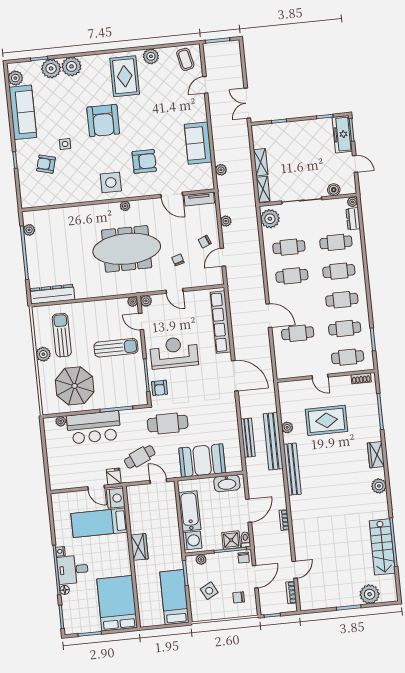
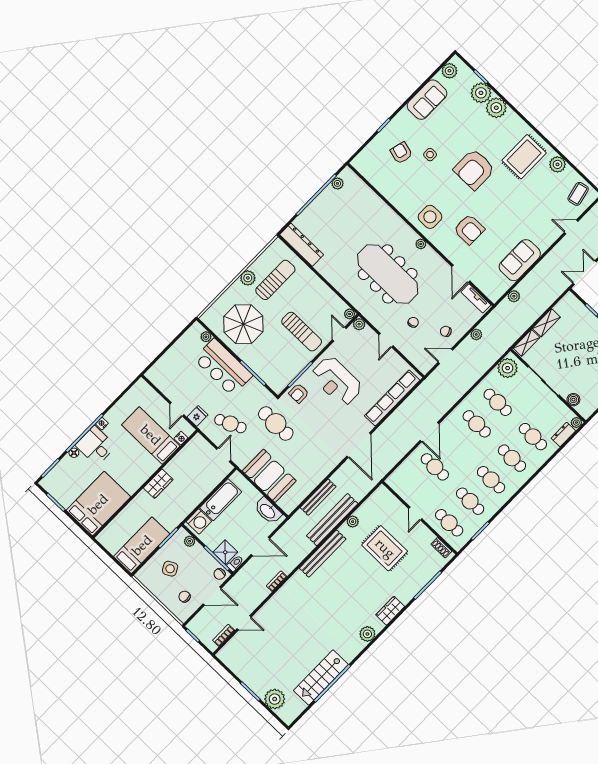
sofa: (23, 112) -> (427, 100), width x0.73
reception desk: (174, 353) -> (337, 381), turned 180
nightstand: (116, 498) -> (181, 438), width x0.53, depth x0.56

